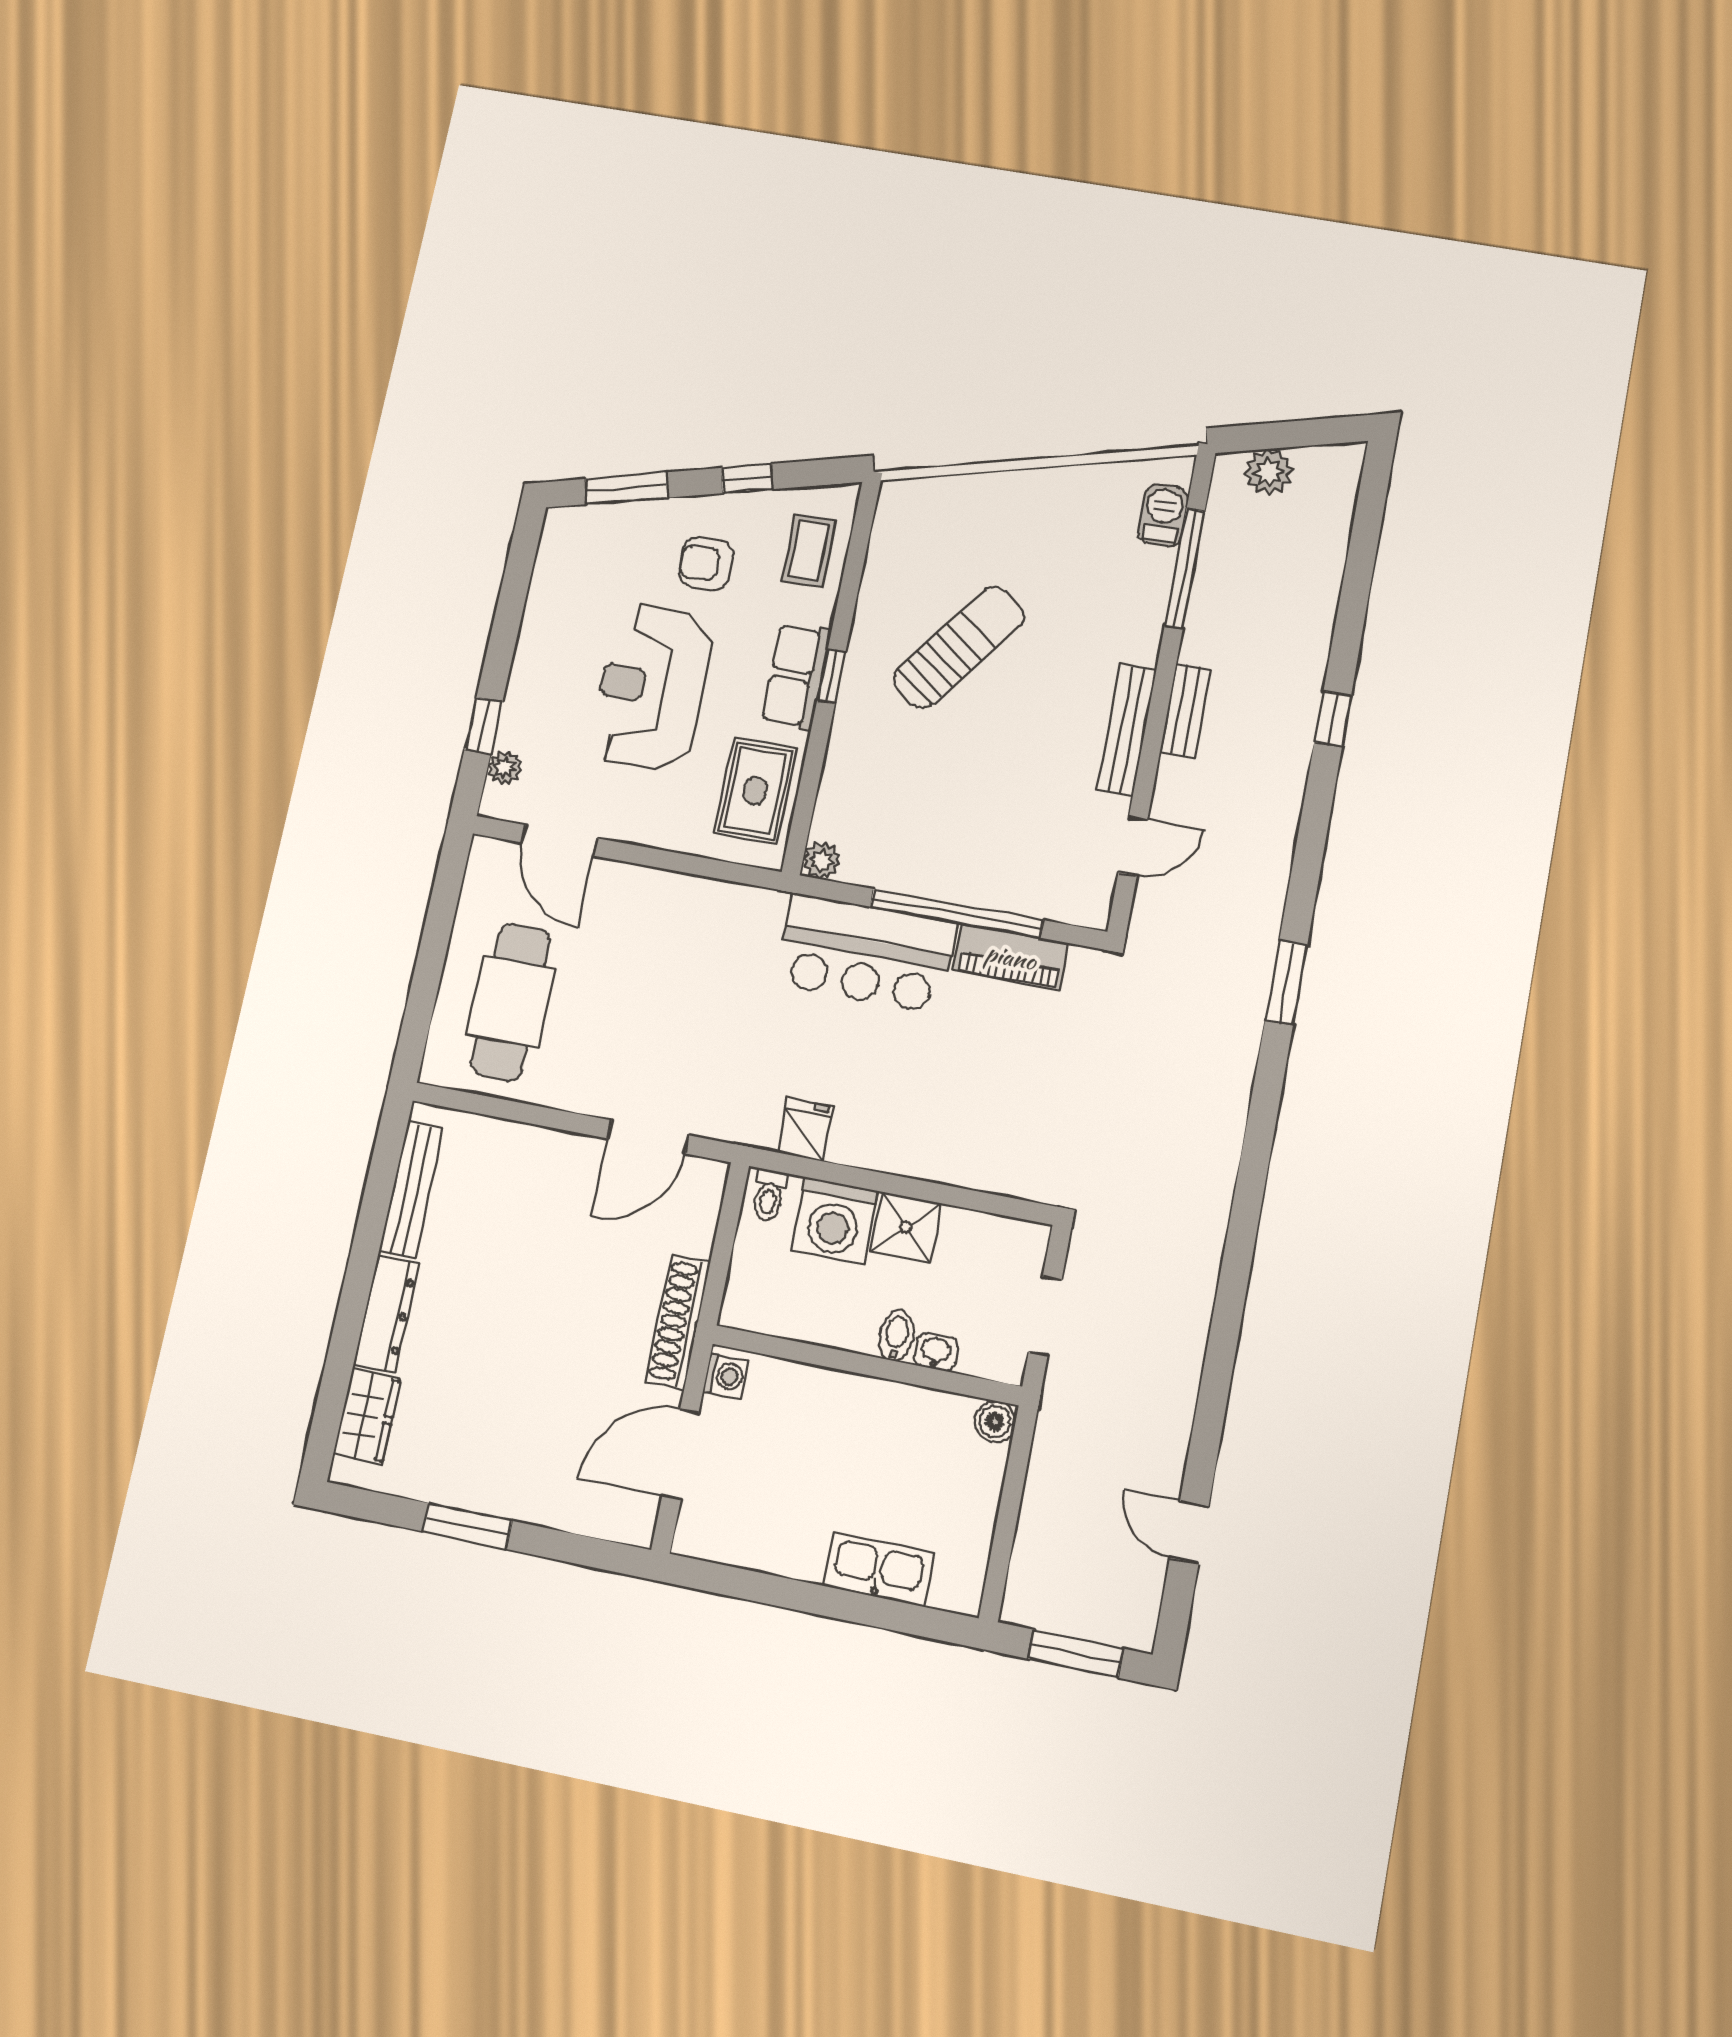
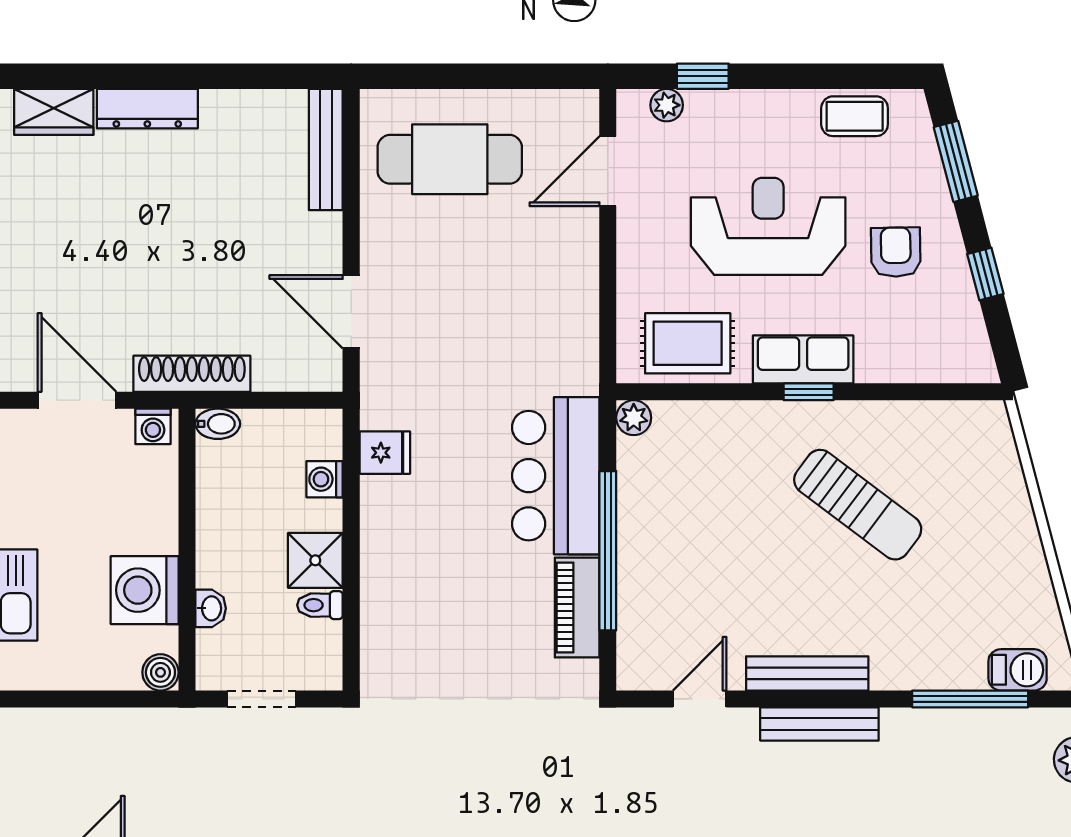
coffee table: (809, 551) -> (855, 116), moved
bench: (1186, 710) -> (819, 724), width x1.36
door: (1133, 846) -> (700, 699), swing flipped
bench: (411, 1190) -> (326, 149), moved, turned 90
toilet: (769, 1195) -> (320, 605), moved
washing machine: (834, 1221) -> (325, 479), width x0.53, depth x0.53
bidet: (897, 1336) -> (218, 424), moved
washing machine: (902, 1421) -> (145, 590), added

